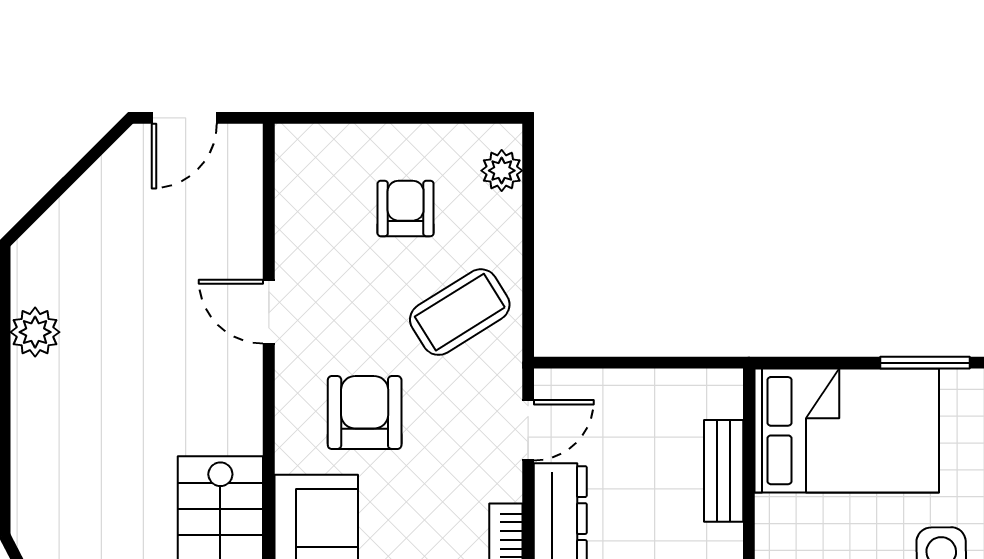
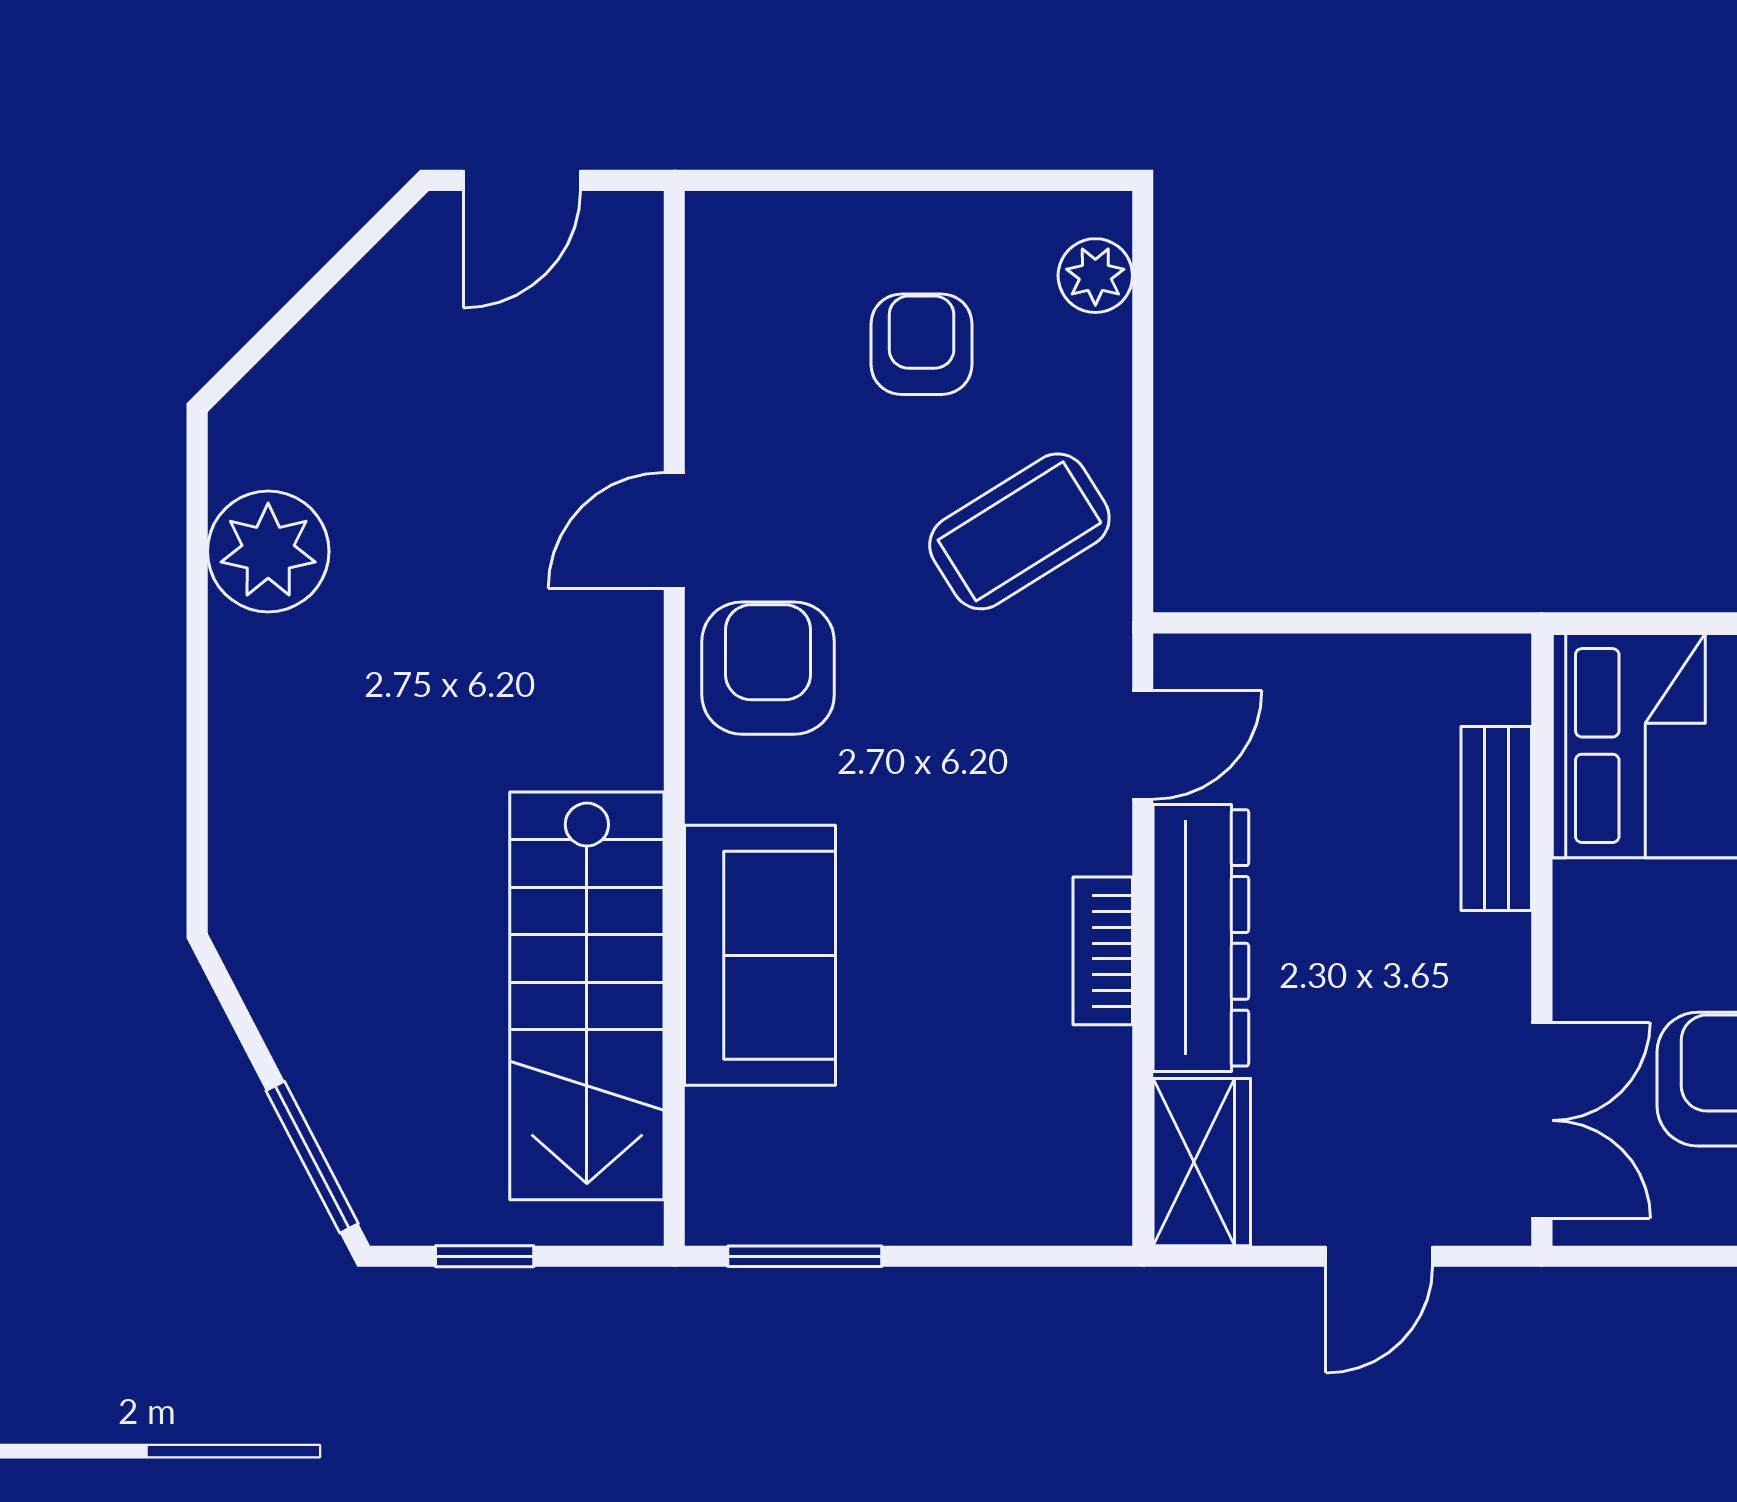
door: (269, 312) -> (674, 531), hinge flipped
plant: (35, 332) -> (268, 551), width x1.36, depth x1.36
armchair: (365, 413) -> (768, 668), moved

